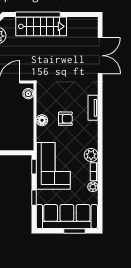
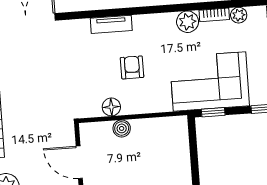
boiler: (28, 94) -> (122, 128), moved
floor lamp: (42, 120) -> (111, 107), moved

